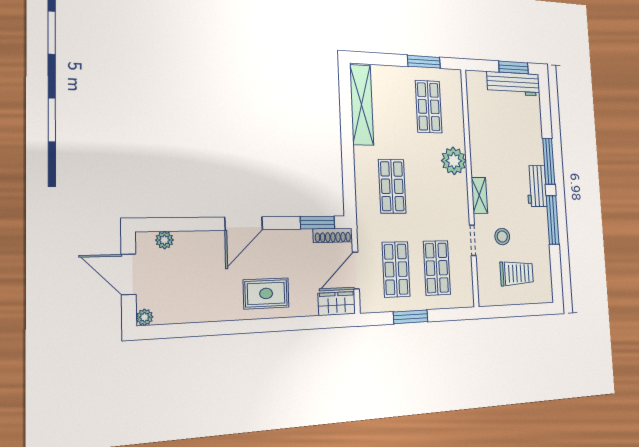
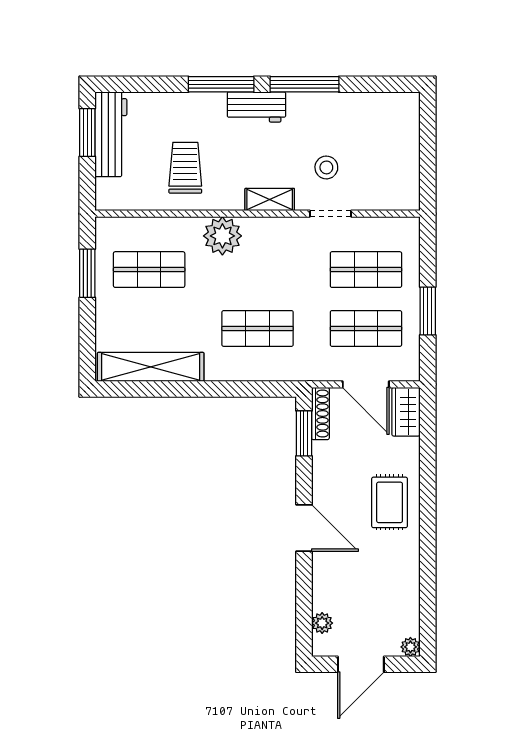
trolley: (517, 273) -> (185, 168), moved

